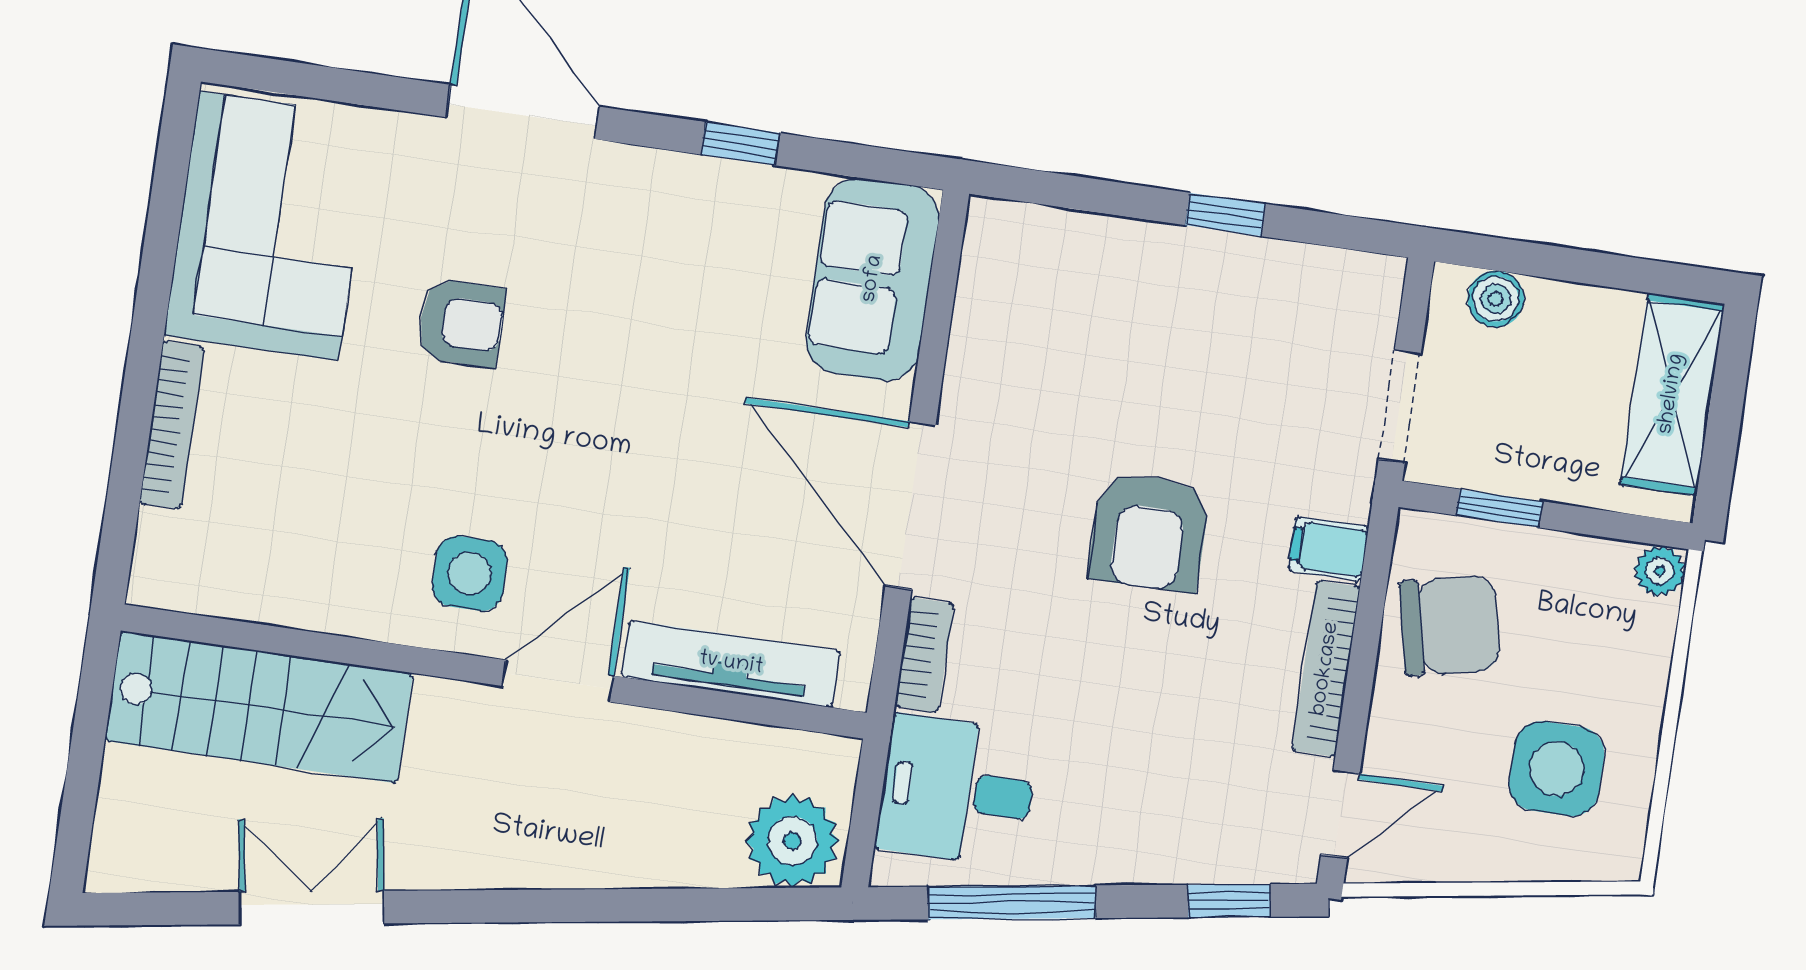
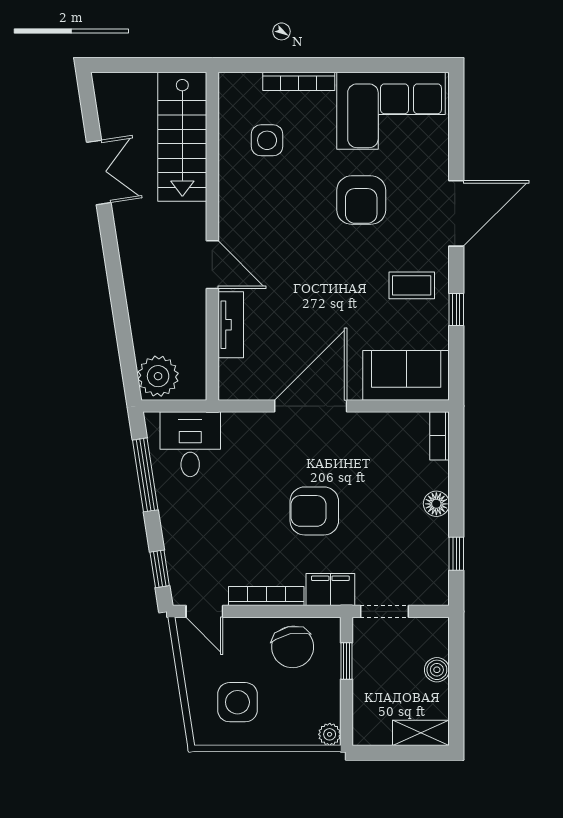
window: (1225, 214) -> (456, 554), moved
coffee table: (671, 237) -> (412, 285), added
floor lamp: (1173, 253) -> (436, 504), added
boiler: (1496, 299) -> (437, 670), moved
armchair: (461, 323) -> (361, 200), width x1.38, depth x1.38
shelving: (1672, 394) -> (421, 733), width x0.67, depth x0.75
filing cabinet: (1328, 549) -> (330, 590), width x2.00
side table: (470, 573) -> (267, 140), moved
bookcase: (924, 655) -> (440, 436), moved, turned 90
tv unit: (731, 664) -> (231, 325), width x0.71

